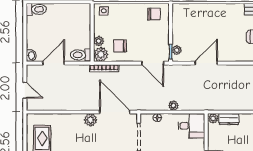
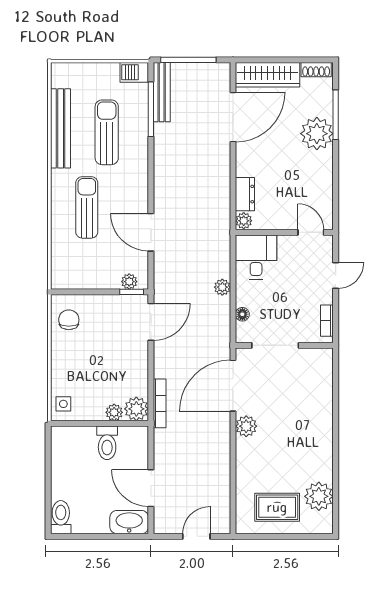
sun lounger: (221, 25) -> (87, 207), added
chair: (120, 46) -> (122, 377), removed
toilet: (81, 55) -> (107, 443), moved
washbasin: (31, 56) -> (129, 522), width x1.91, depth x1.45

